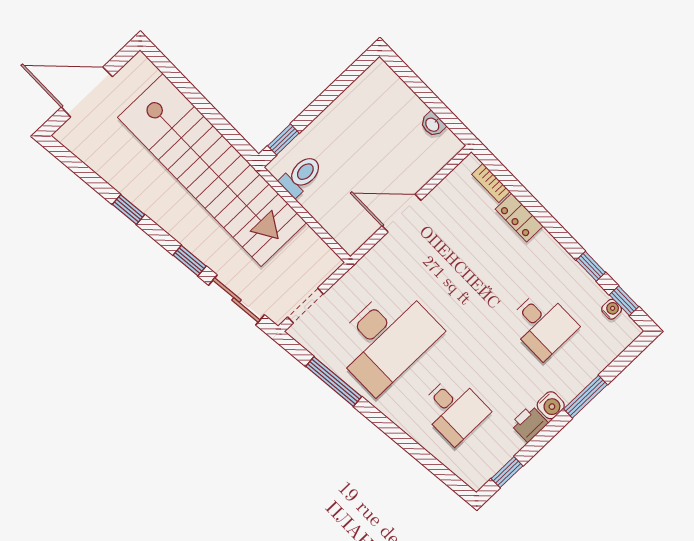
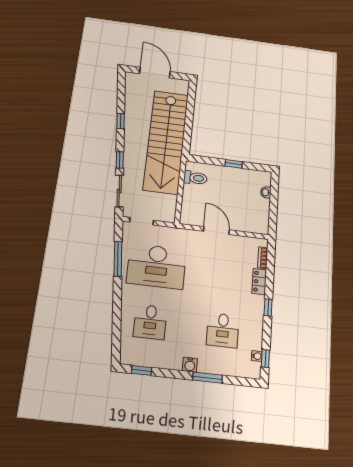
washbasin: (433, 124) -> (266, 192), moved
window: (283, 139) -> (234, 164), moved
window: (591, 266) -> (268, 307), moved
printer: (529, 424) -> (173, 362), removed

